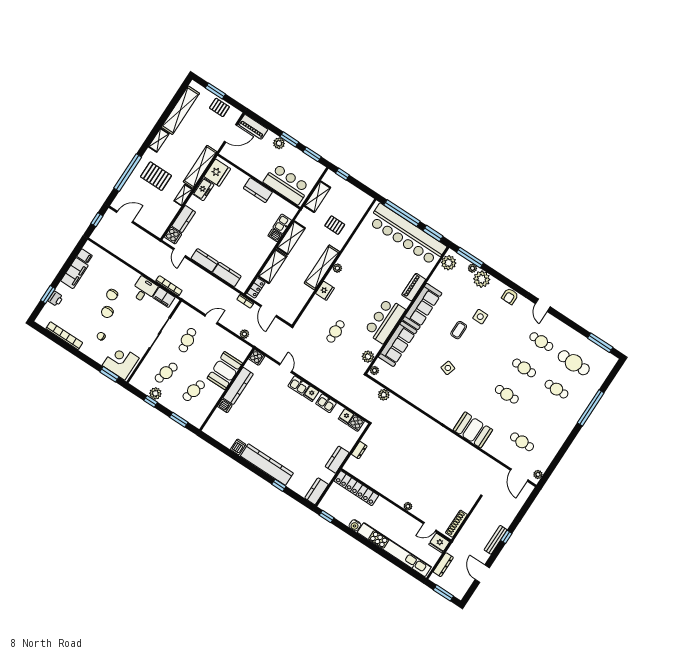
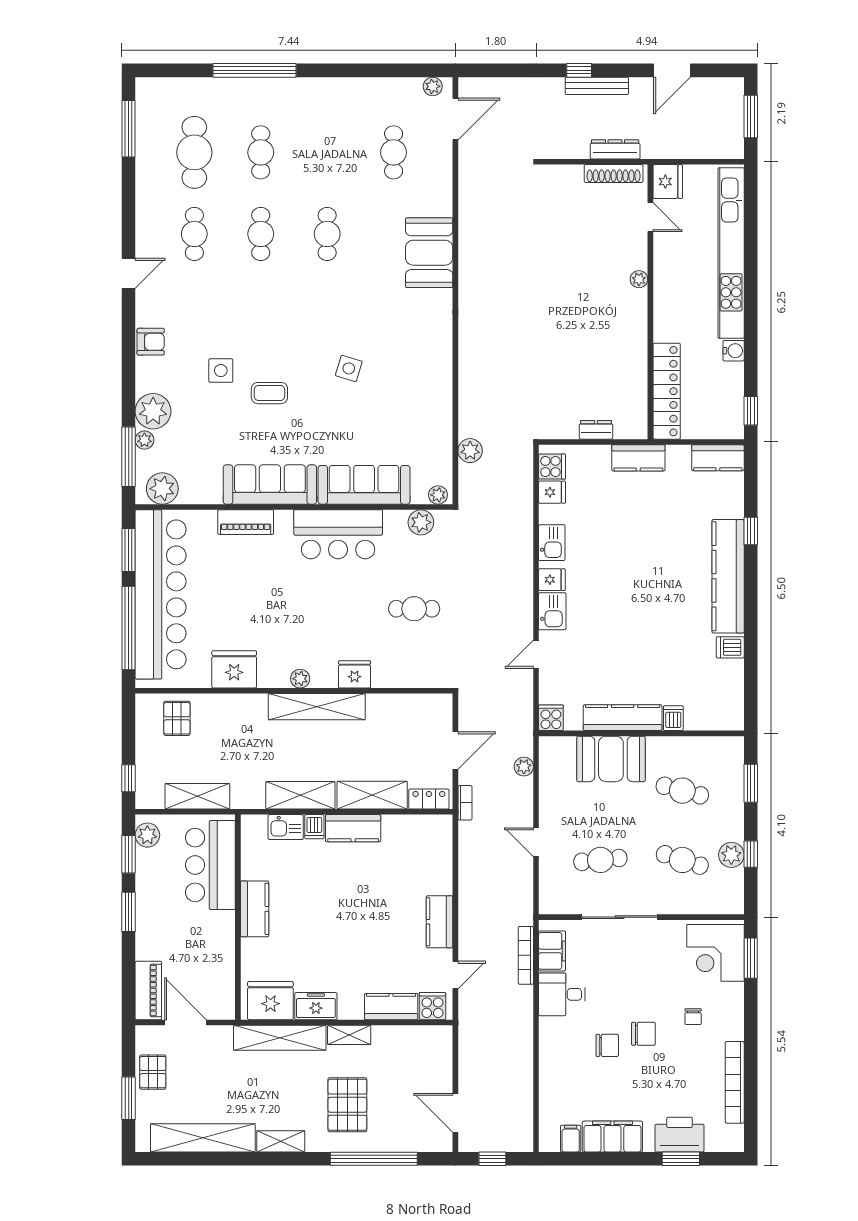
plant: (279, 143) -> (147, 835), moved
pallet: (335, 225) -> (177, 718), moved
fridge: (358, 244) -> (234, 669), added
kitchen counter: (227, 274) -> (353, 828), moved, turned -90
printer: (56, 299) -> (680, 1135), width x1.87, depth x1.48
dresser: (443, 565) -> (615, 149), moved

